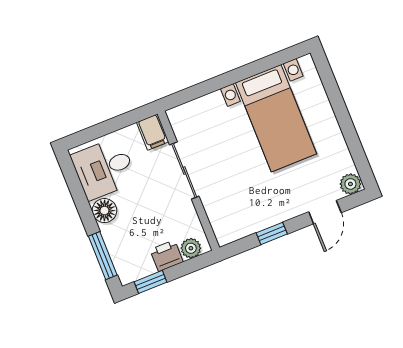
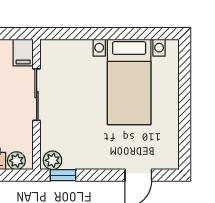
plant: (350, 184) -> (52, 160), moved
window: (272, 233) -> (63, 175), moved

